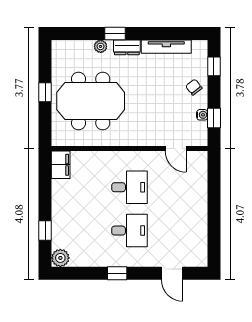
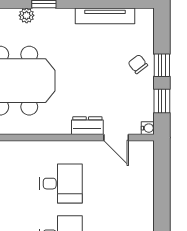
dresser: (127, 47) -> (87, 126), moved, turned 180
window: (214, 66) -> (162, 65), moved
water cooler: (202, 115) -> (148, 128), moved

